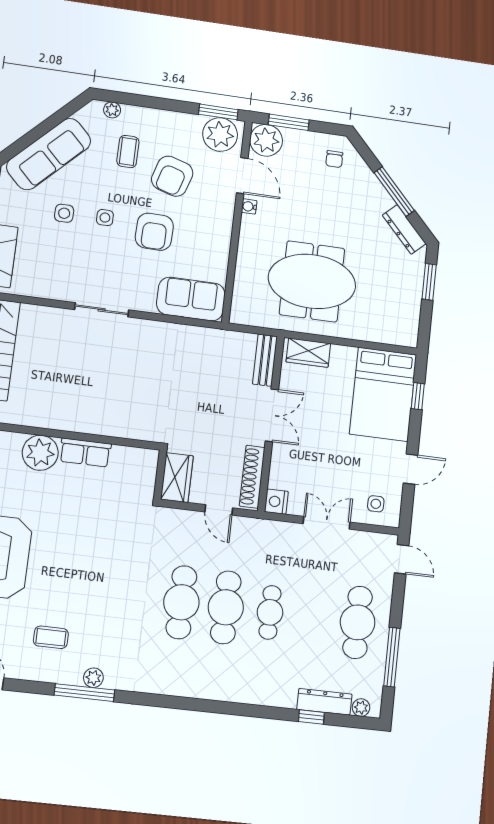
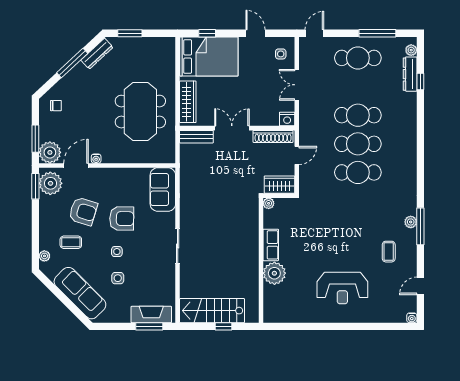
wardrobe: (308, 353) -> (188, 102), width x1.50
plant: (150, 457) -> (269, 203), added
cafe table: (270, 612) -> (358, 115), width x1.37, depth x1.35

